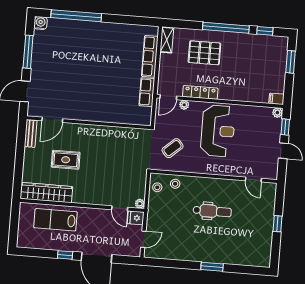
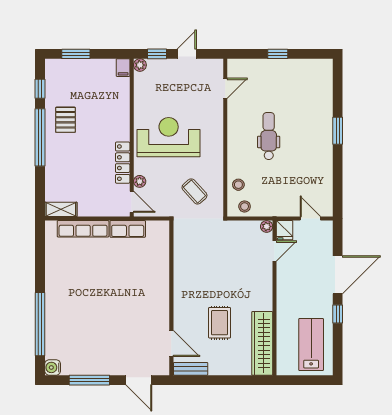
pallet: (204, 53) -> (65, 120), moved, width x0.67, depth x0.71
lab bench: (55, 220) -> (311, 345), moved, turned 180

